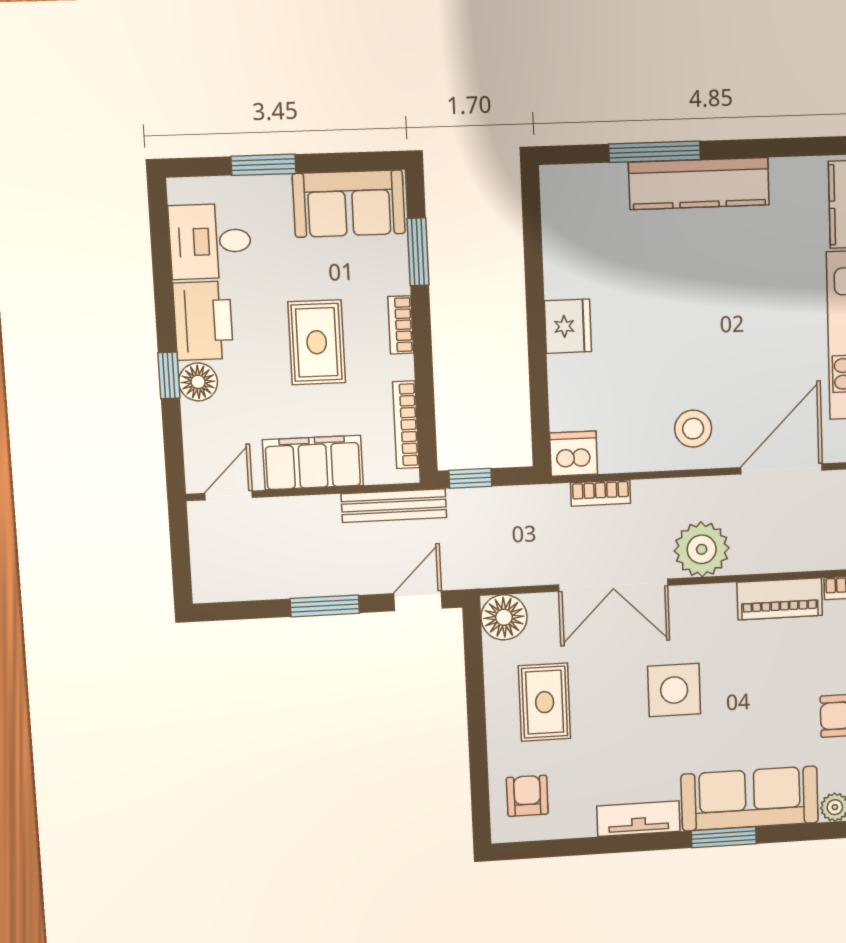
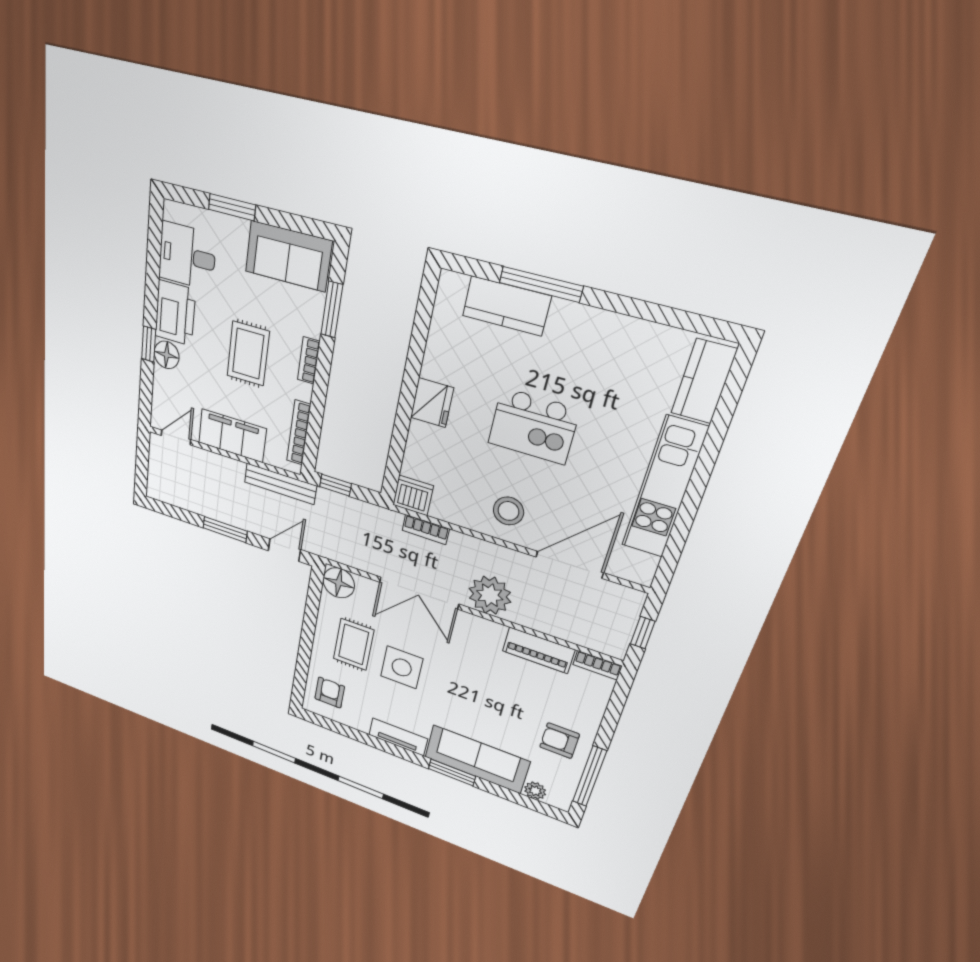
kitchen counter: (699, 184) -> (506, 306), moved, width x0.67
kitchen island: (692, 314) -> (533, 426), added
side table: (674, 690) -> (402, 667), moved

